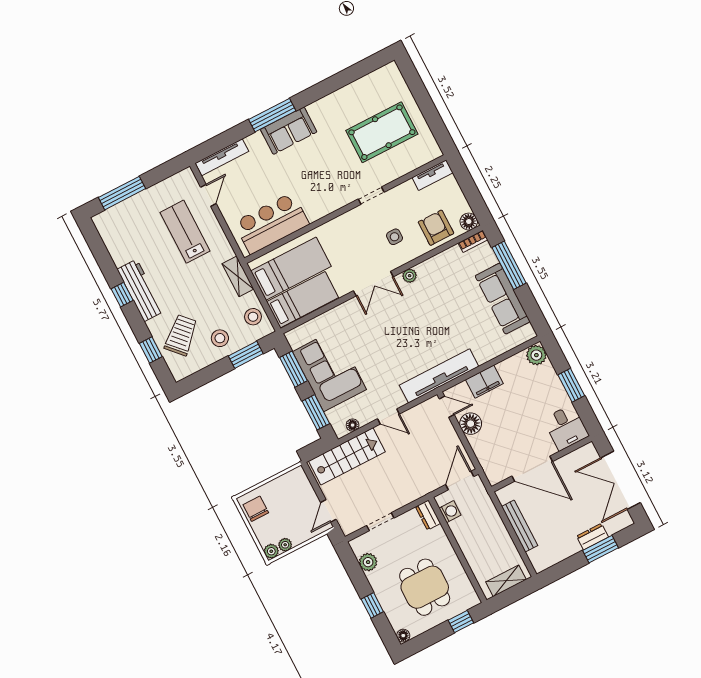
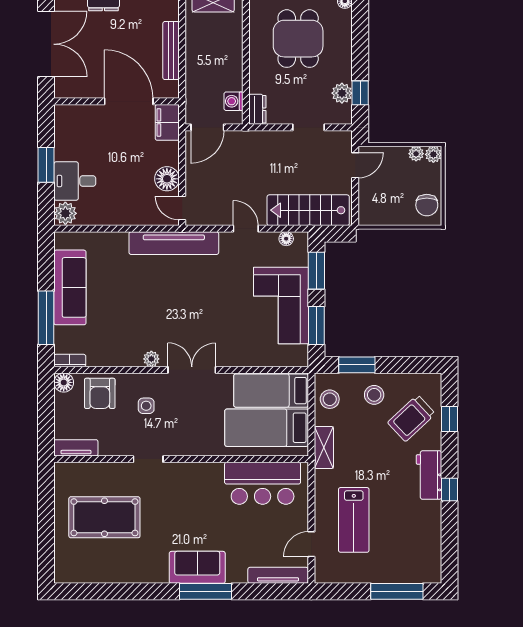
workbench: (140, 290) -> (429, 475), width x0.73
filing cabinet: (484, 382) -> (167, 122), moved, turned -90
desk: (566, 427) -> (75, 181), moved, turned -90
window: (372, 605) -> (360, 93), moved

